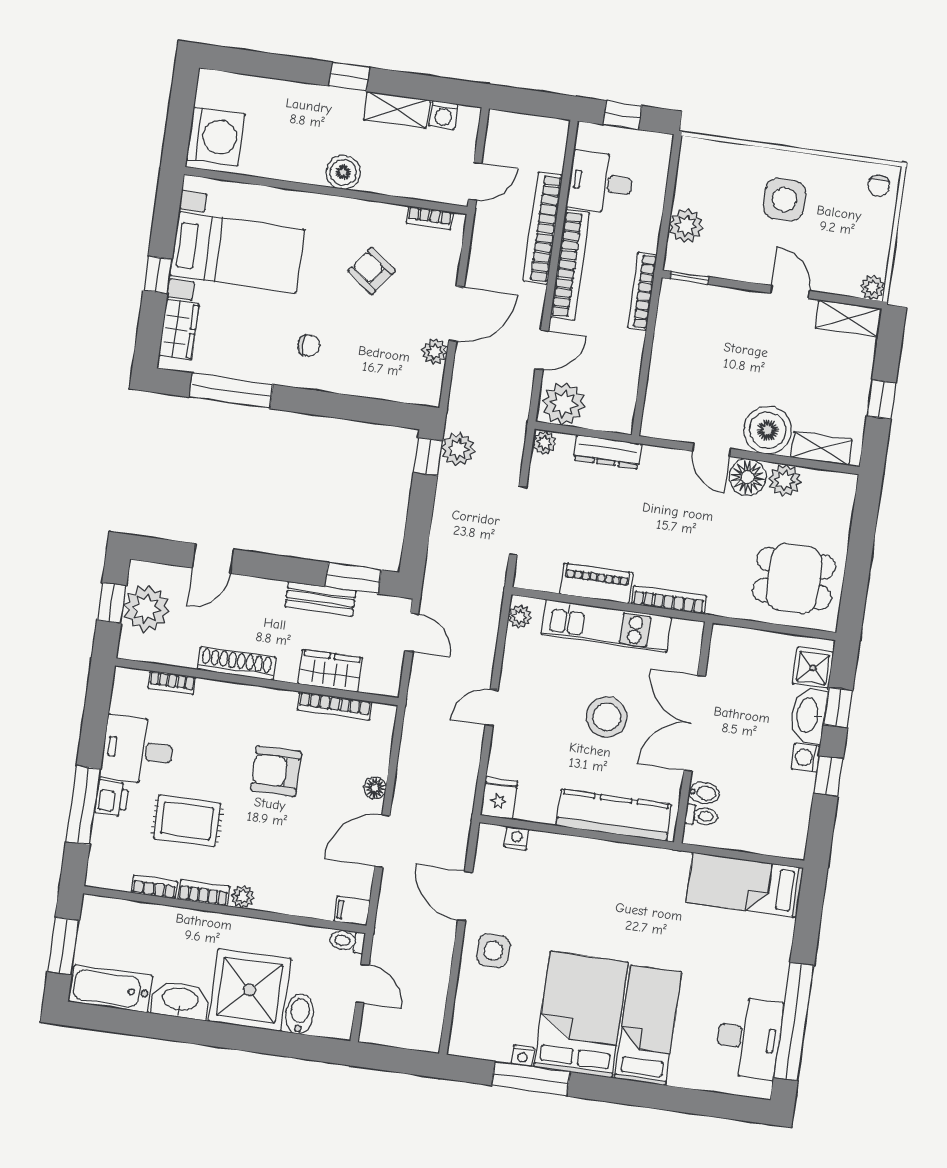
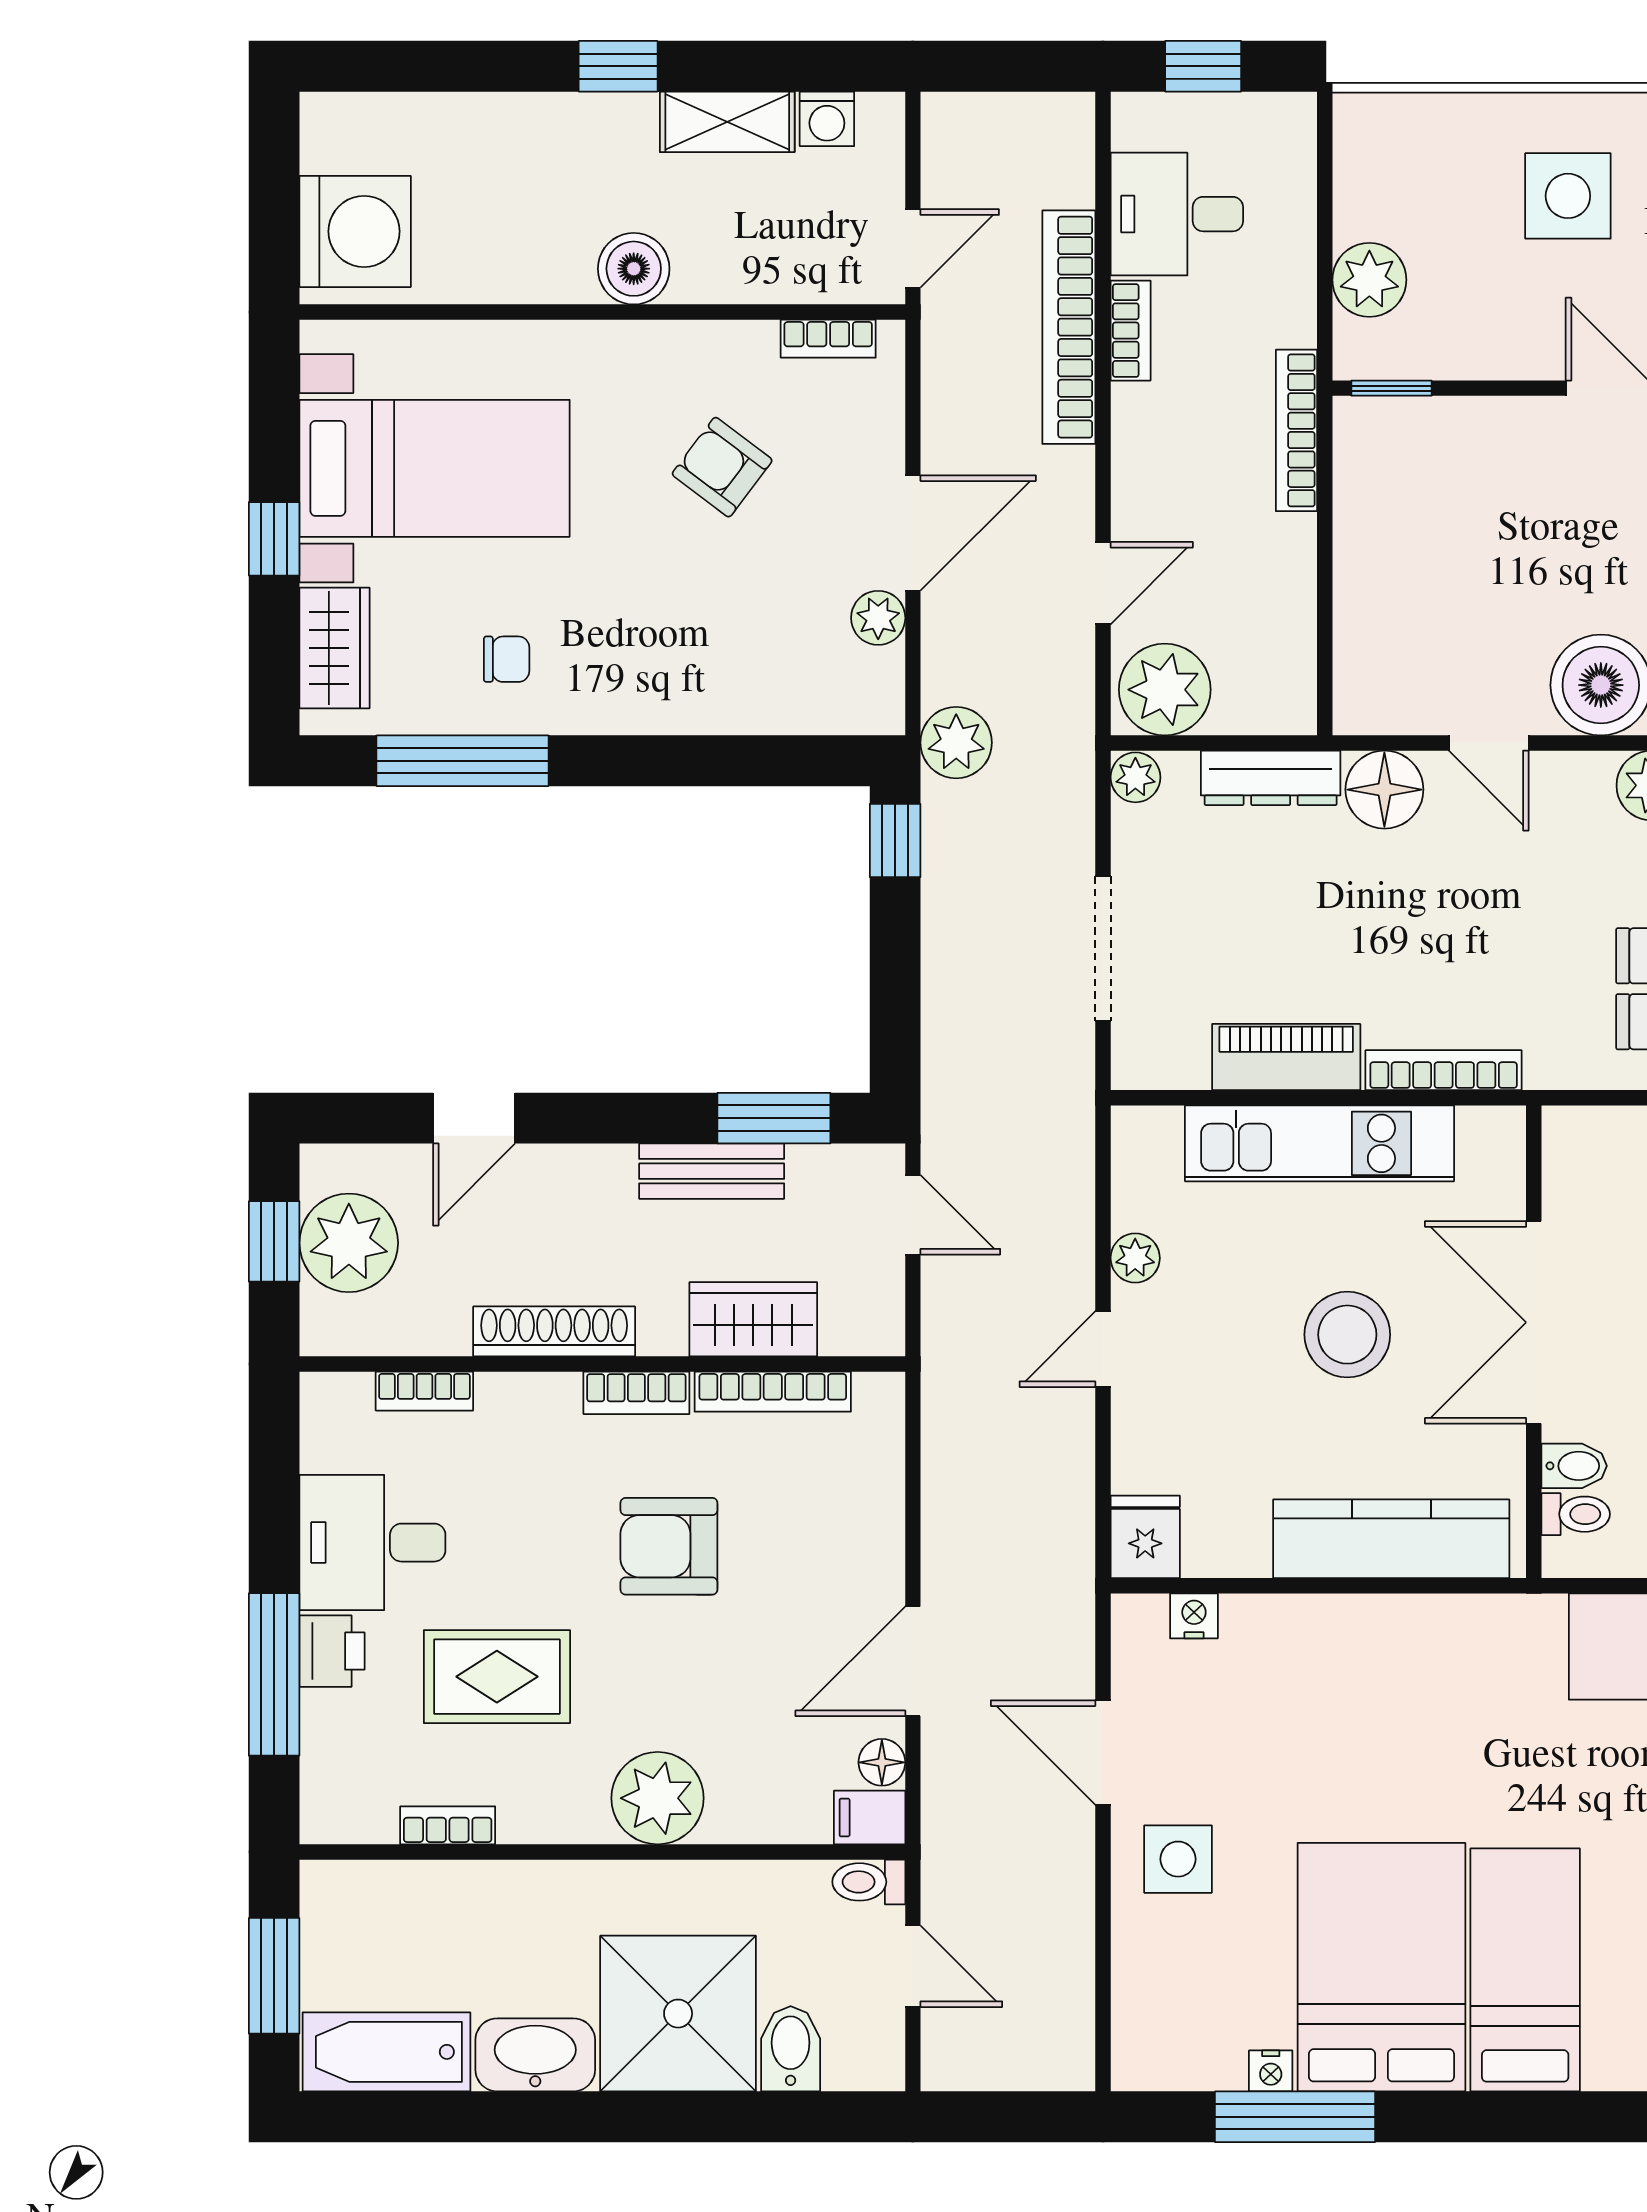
bookcase: (570, 265) -> (1131, 331), width x0.43, depth x0.76
chair: (309, 346) -> (507, 659), moved
plant: (458, 449) -> (956, 743), moved
floor lamp: (748, 477) -> (1384, 790), moved
plant: (520, 617) -> (1135, 1258), moved
floor lamp: (375, 788) -> (882, 1762), moved
bookcase: (204, 893) -> (636, 1393), moved, turned 180
plant: (243, 897) -> (658, 1798), width x1.88, depth x1.88

